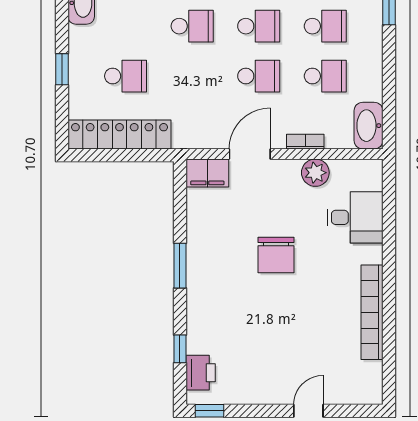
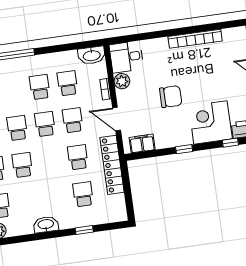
school desk: (192, 26) -> (78, 157), moved
locker: (120, 134) -> (112, 165), moved
filing cabinet: (207, 173) -> (142, 144), moved, turned -90
desk: (355, 217) -> (126, 57), moved, turned -90
window: (180, 266) -> (184, 149), width x0.67
corner desk: (221, 319) -> (210, 122), added

